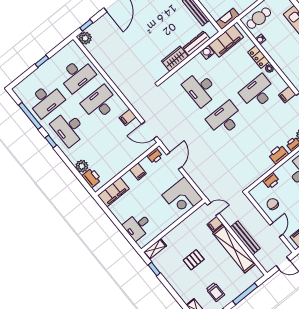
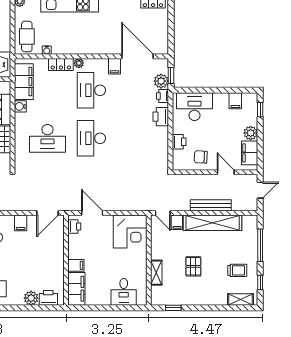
filing cabinet: (138, 171) -> (76, 265), moved
door: (213, 209) -> (163, 213), swing flipped
shelving: (155, 249) -> (156, 273), moved

